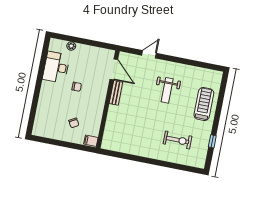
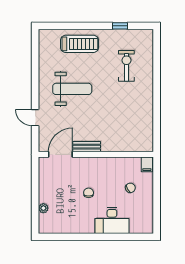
desk: (56, 67) -> (112, 220), moved
weight bench: (167, 90) -> (72, 89), width x1.36, depth x1.33
treadmill: (204, 104) -> (79, 44), turned 180

